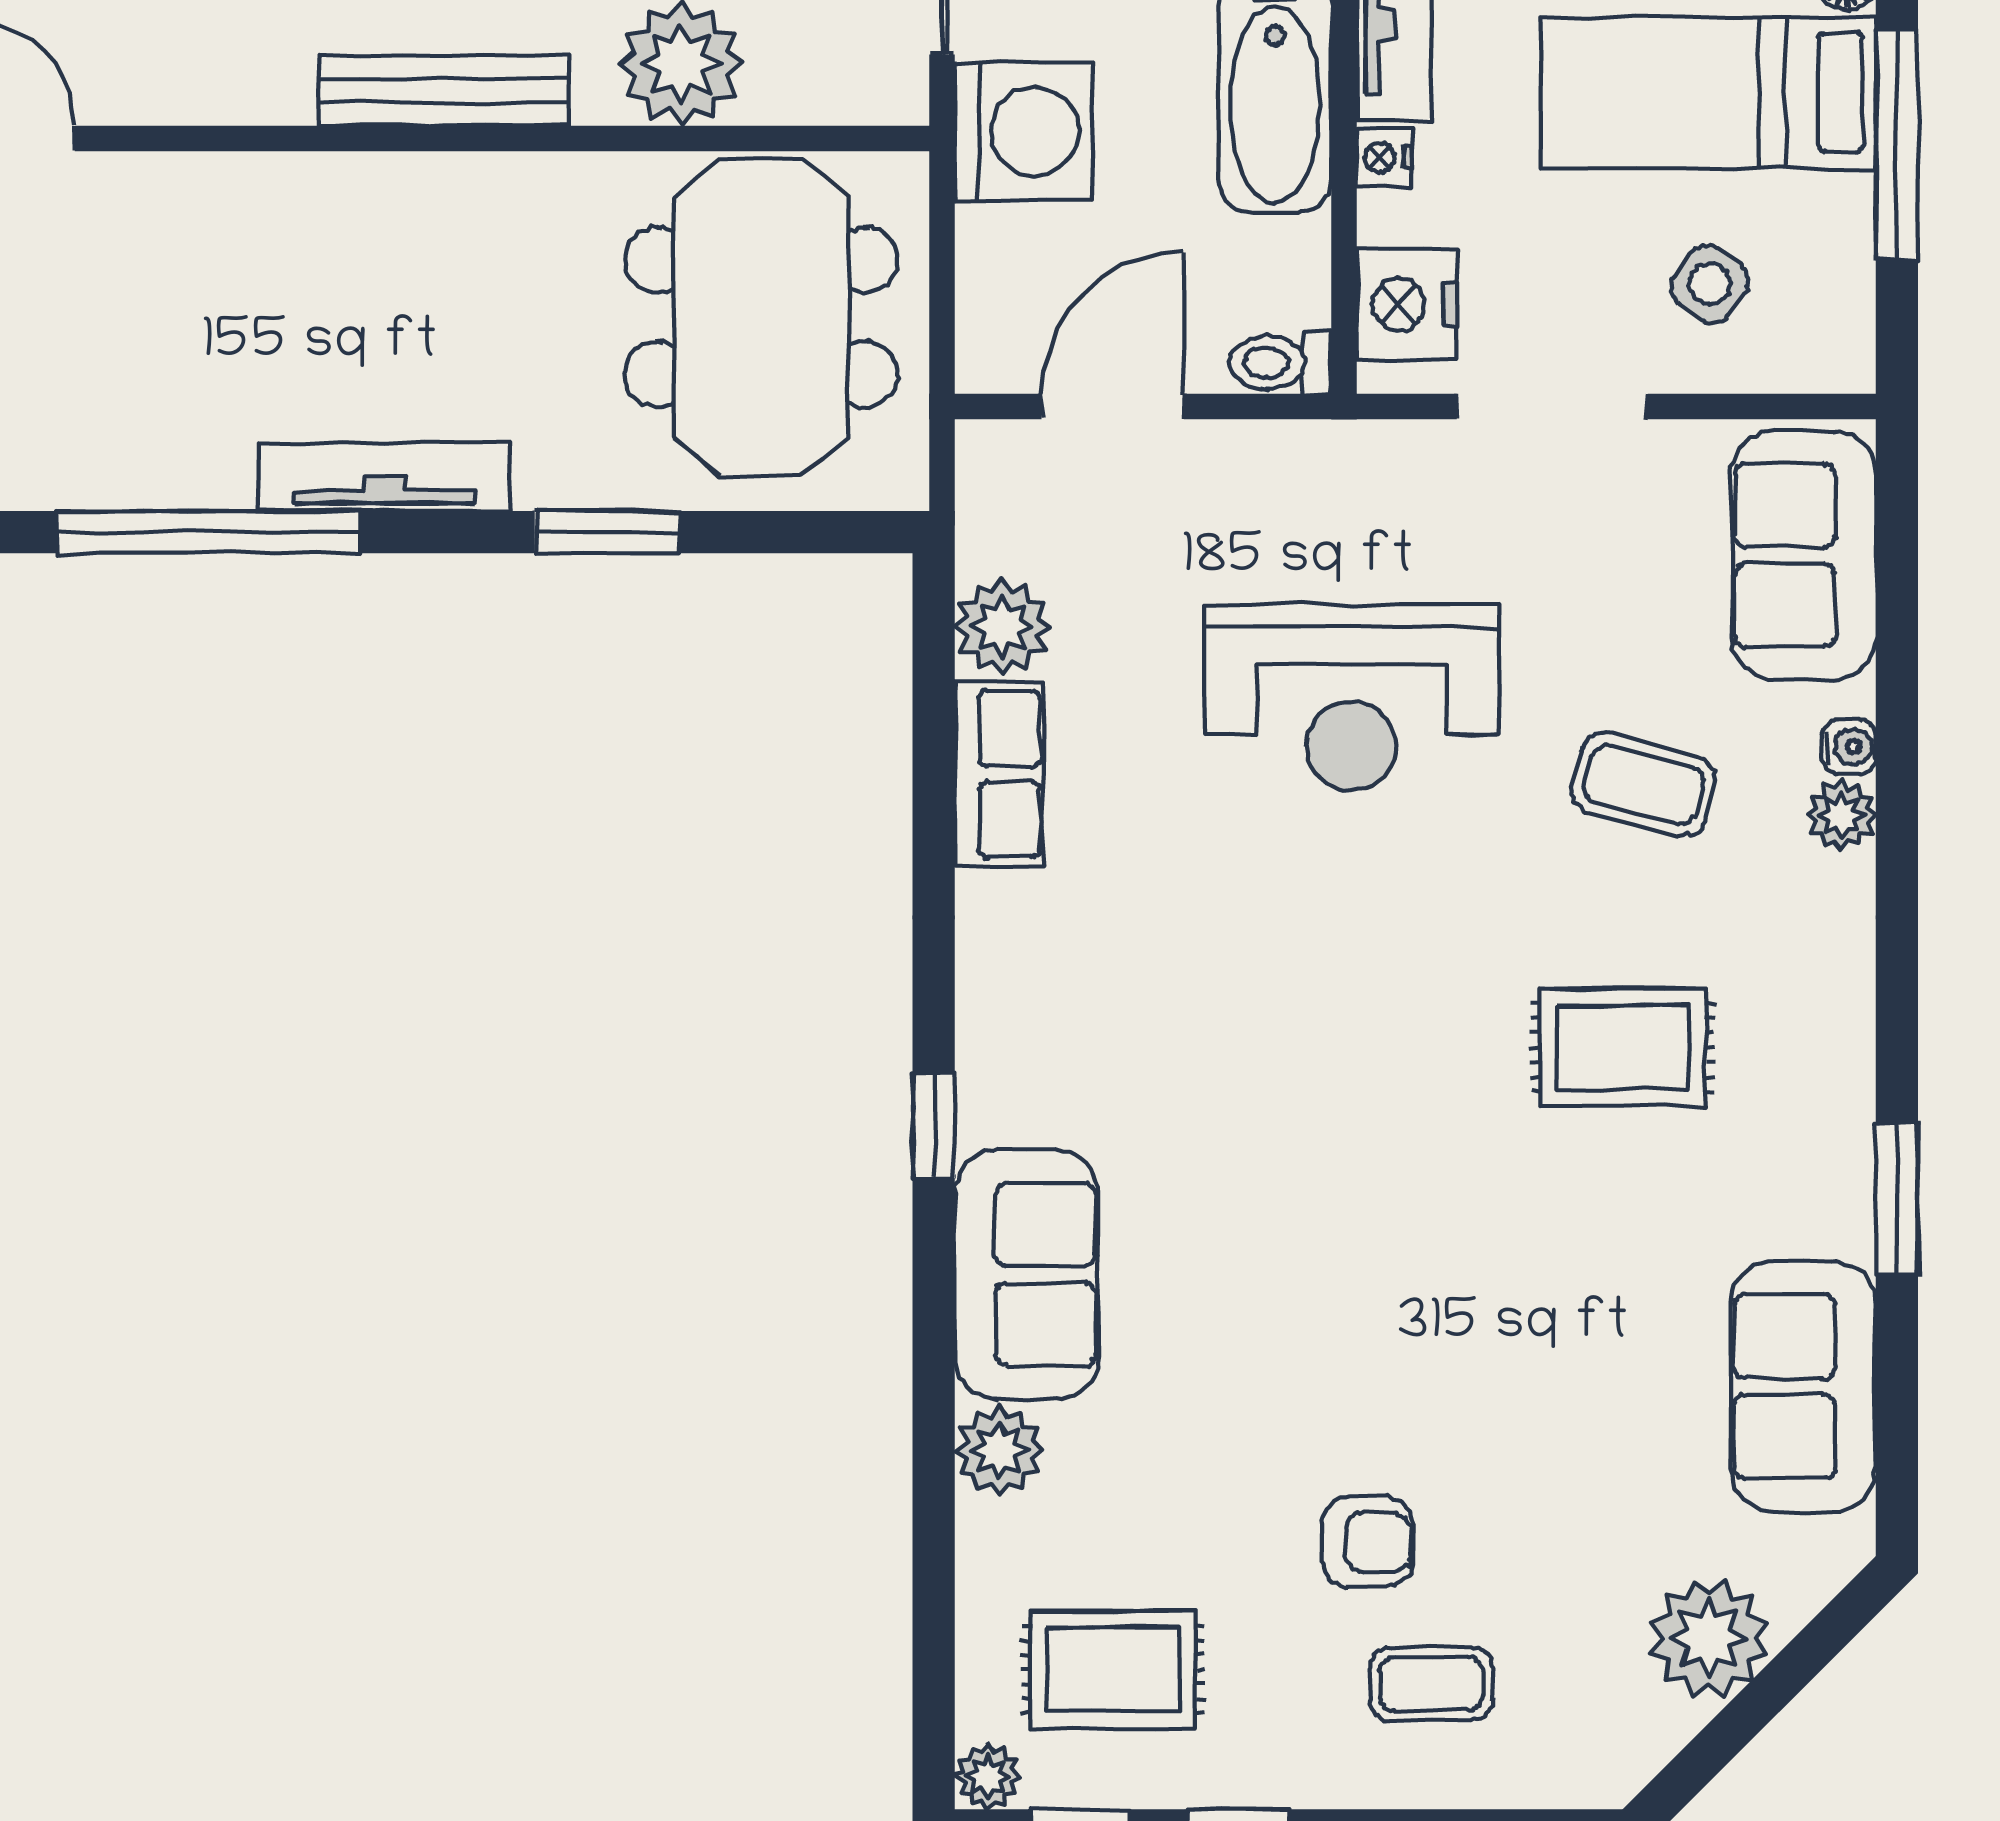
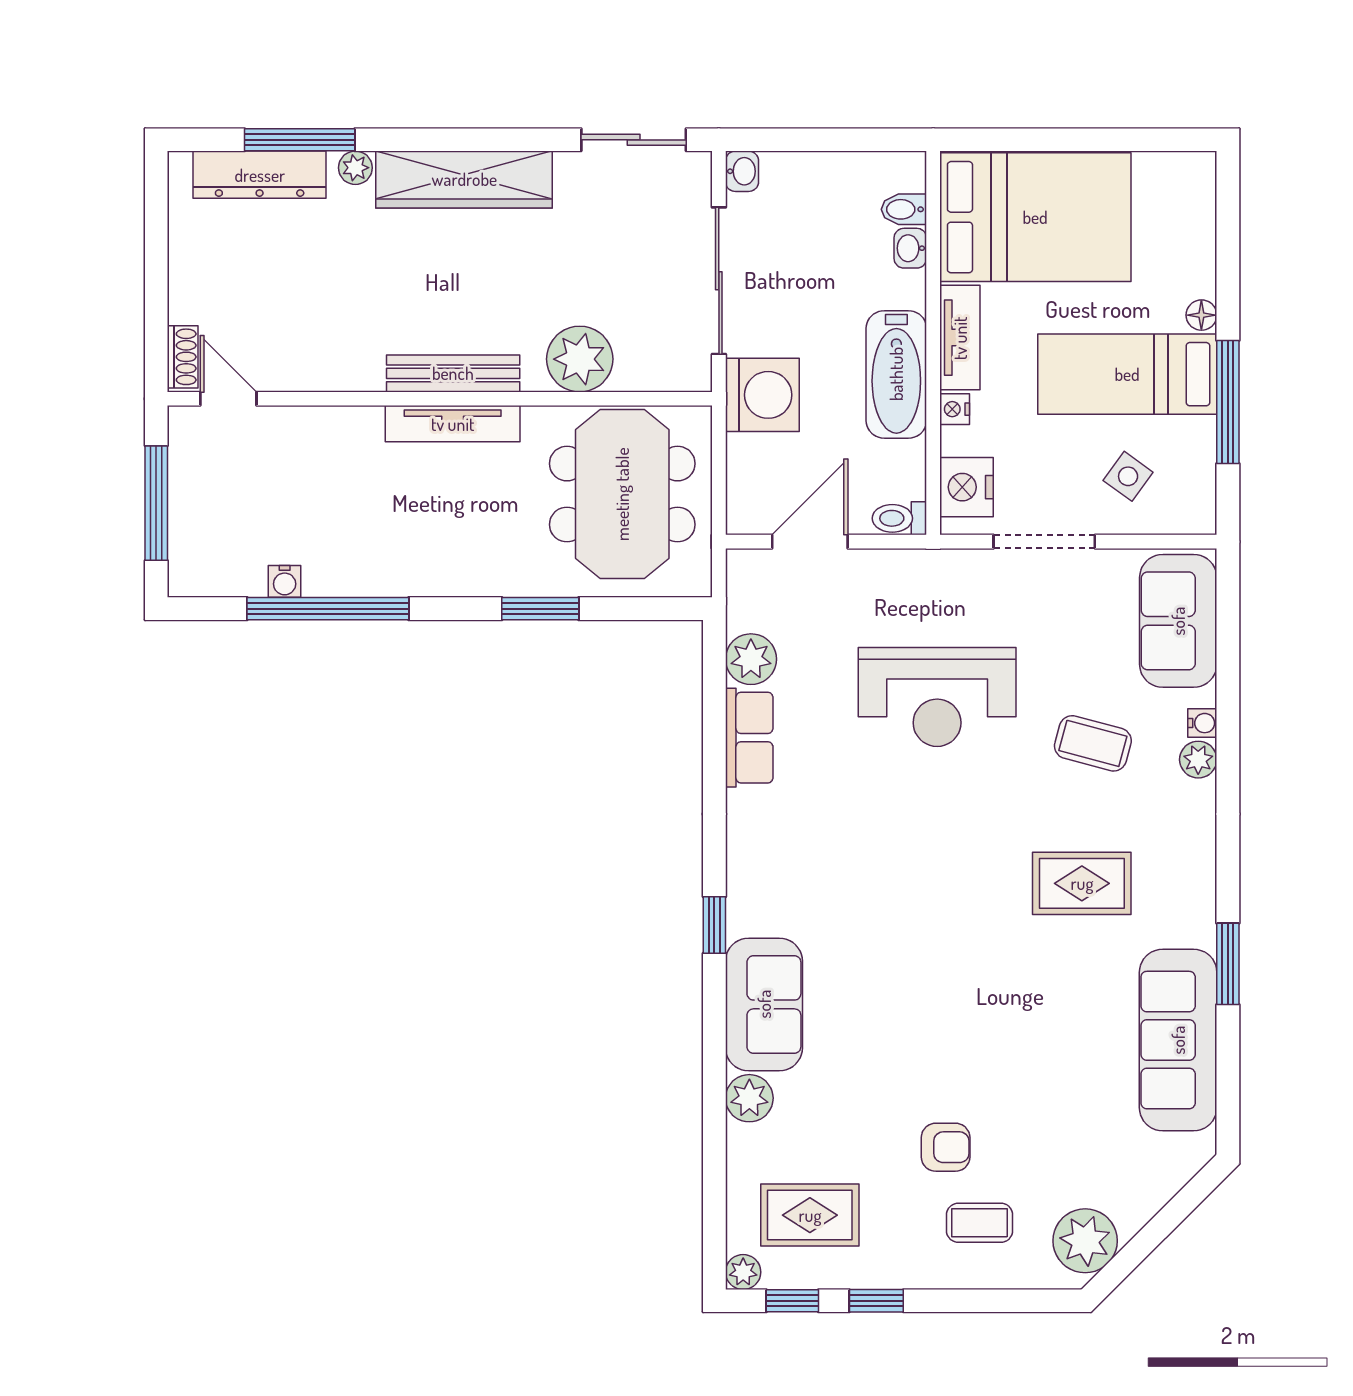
tv unit: (385, 477) -> (453, 424), moved, turned 180
water cooler: (128, 481) -> (285, 581), added
sofa: (1803, 1386) -> (1178, 1040), width x1.36
plant: (1709, 1638) -> (1085, 1241), moved

